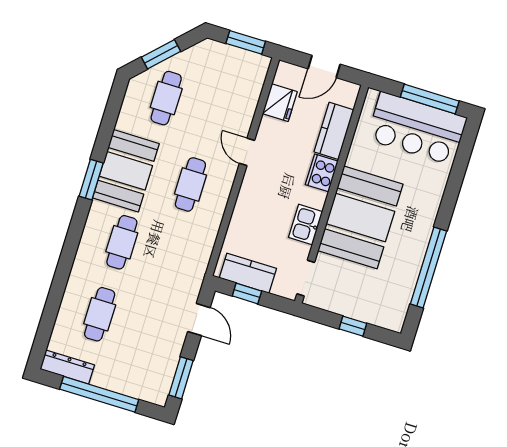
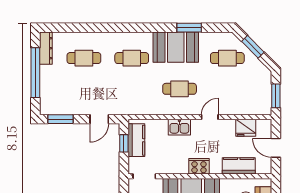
cooker: (322, 173) -> (199, 166), moved
window: (91, 180) -> (189, 28), moved
kitchen sink: (306, 225) -> (179, 127), moved, turned 180

